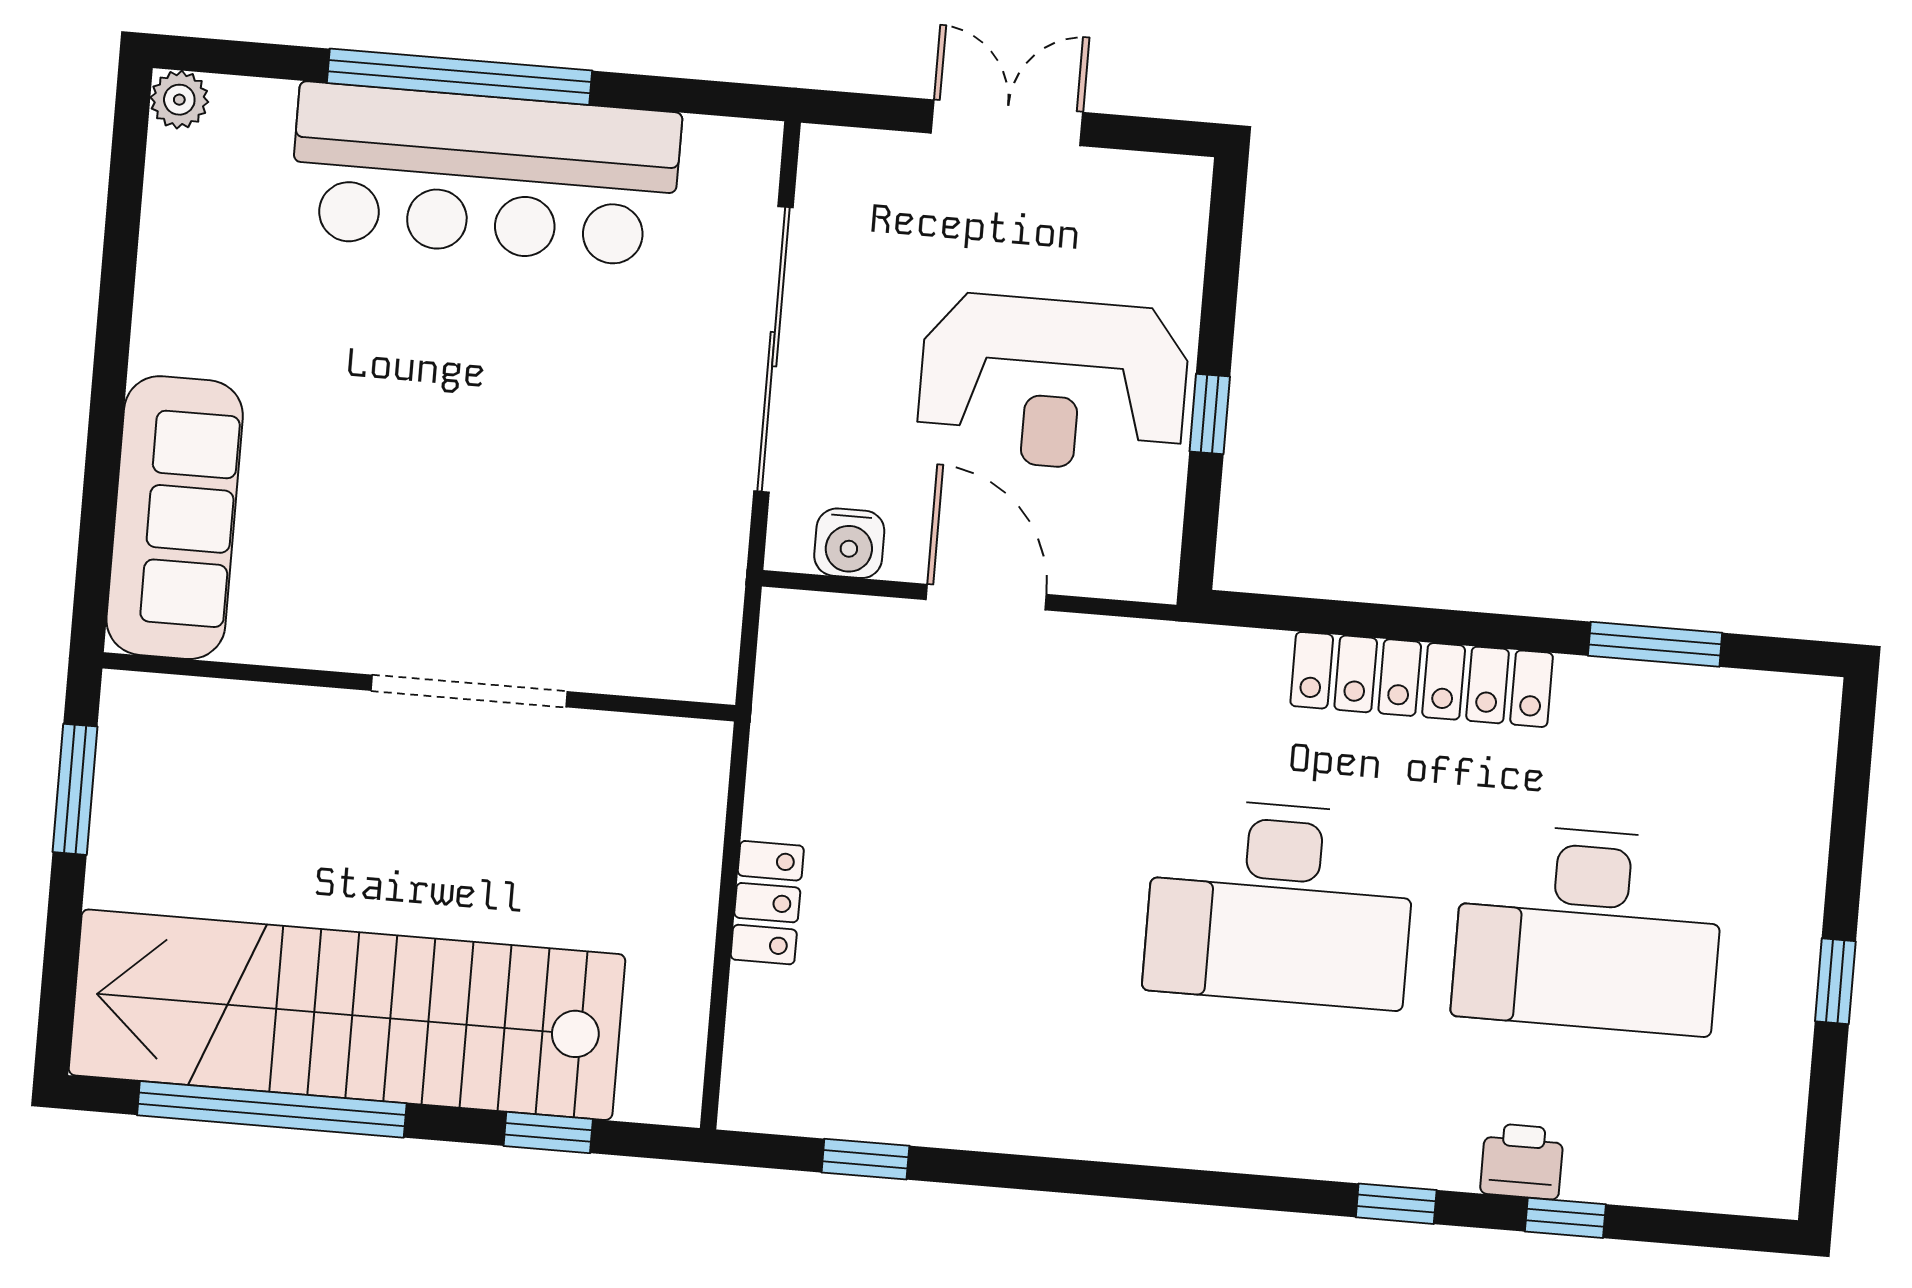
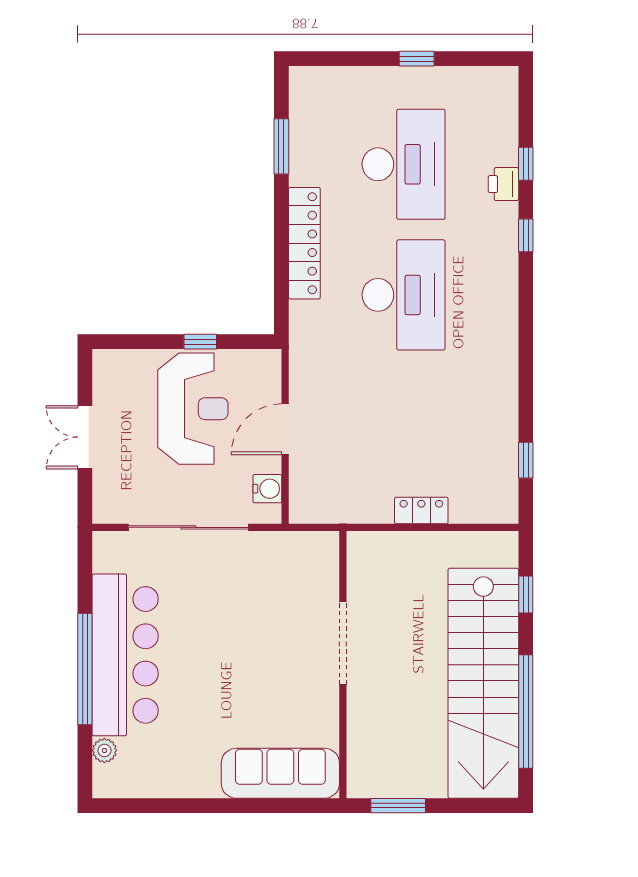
plant: (179, 100) -> (104, 750), moved

